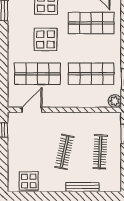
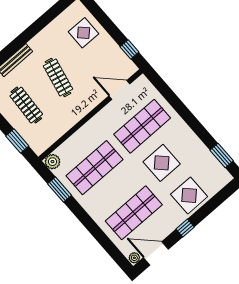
door: (32, 110) -> (119, 90), swing flipped
display table: (29, 181) -> (84, 33), moved

